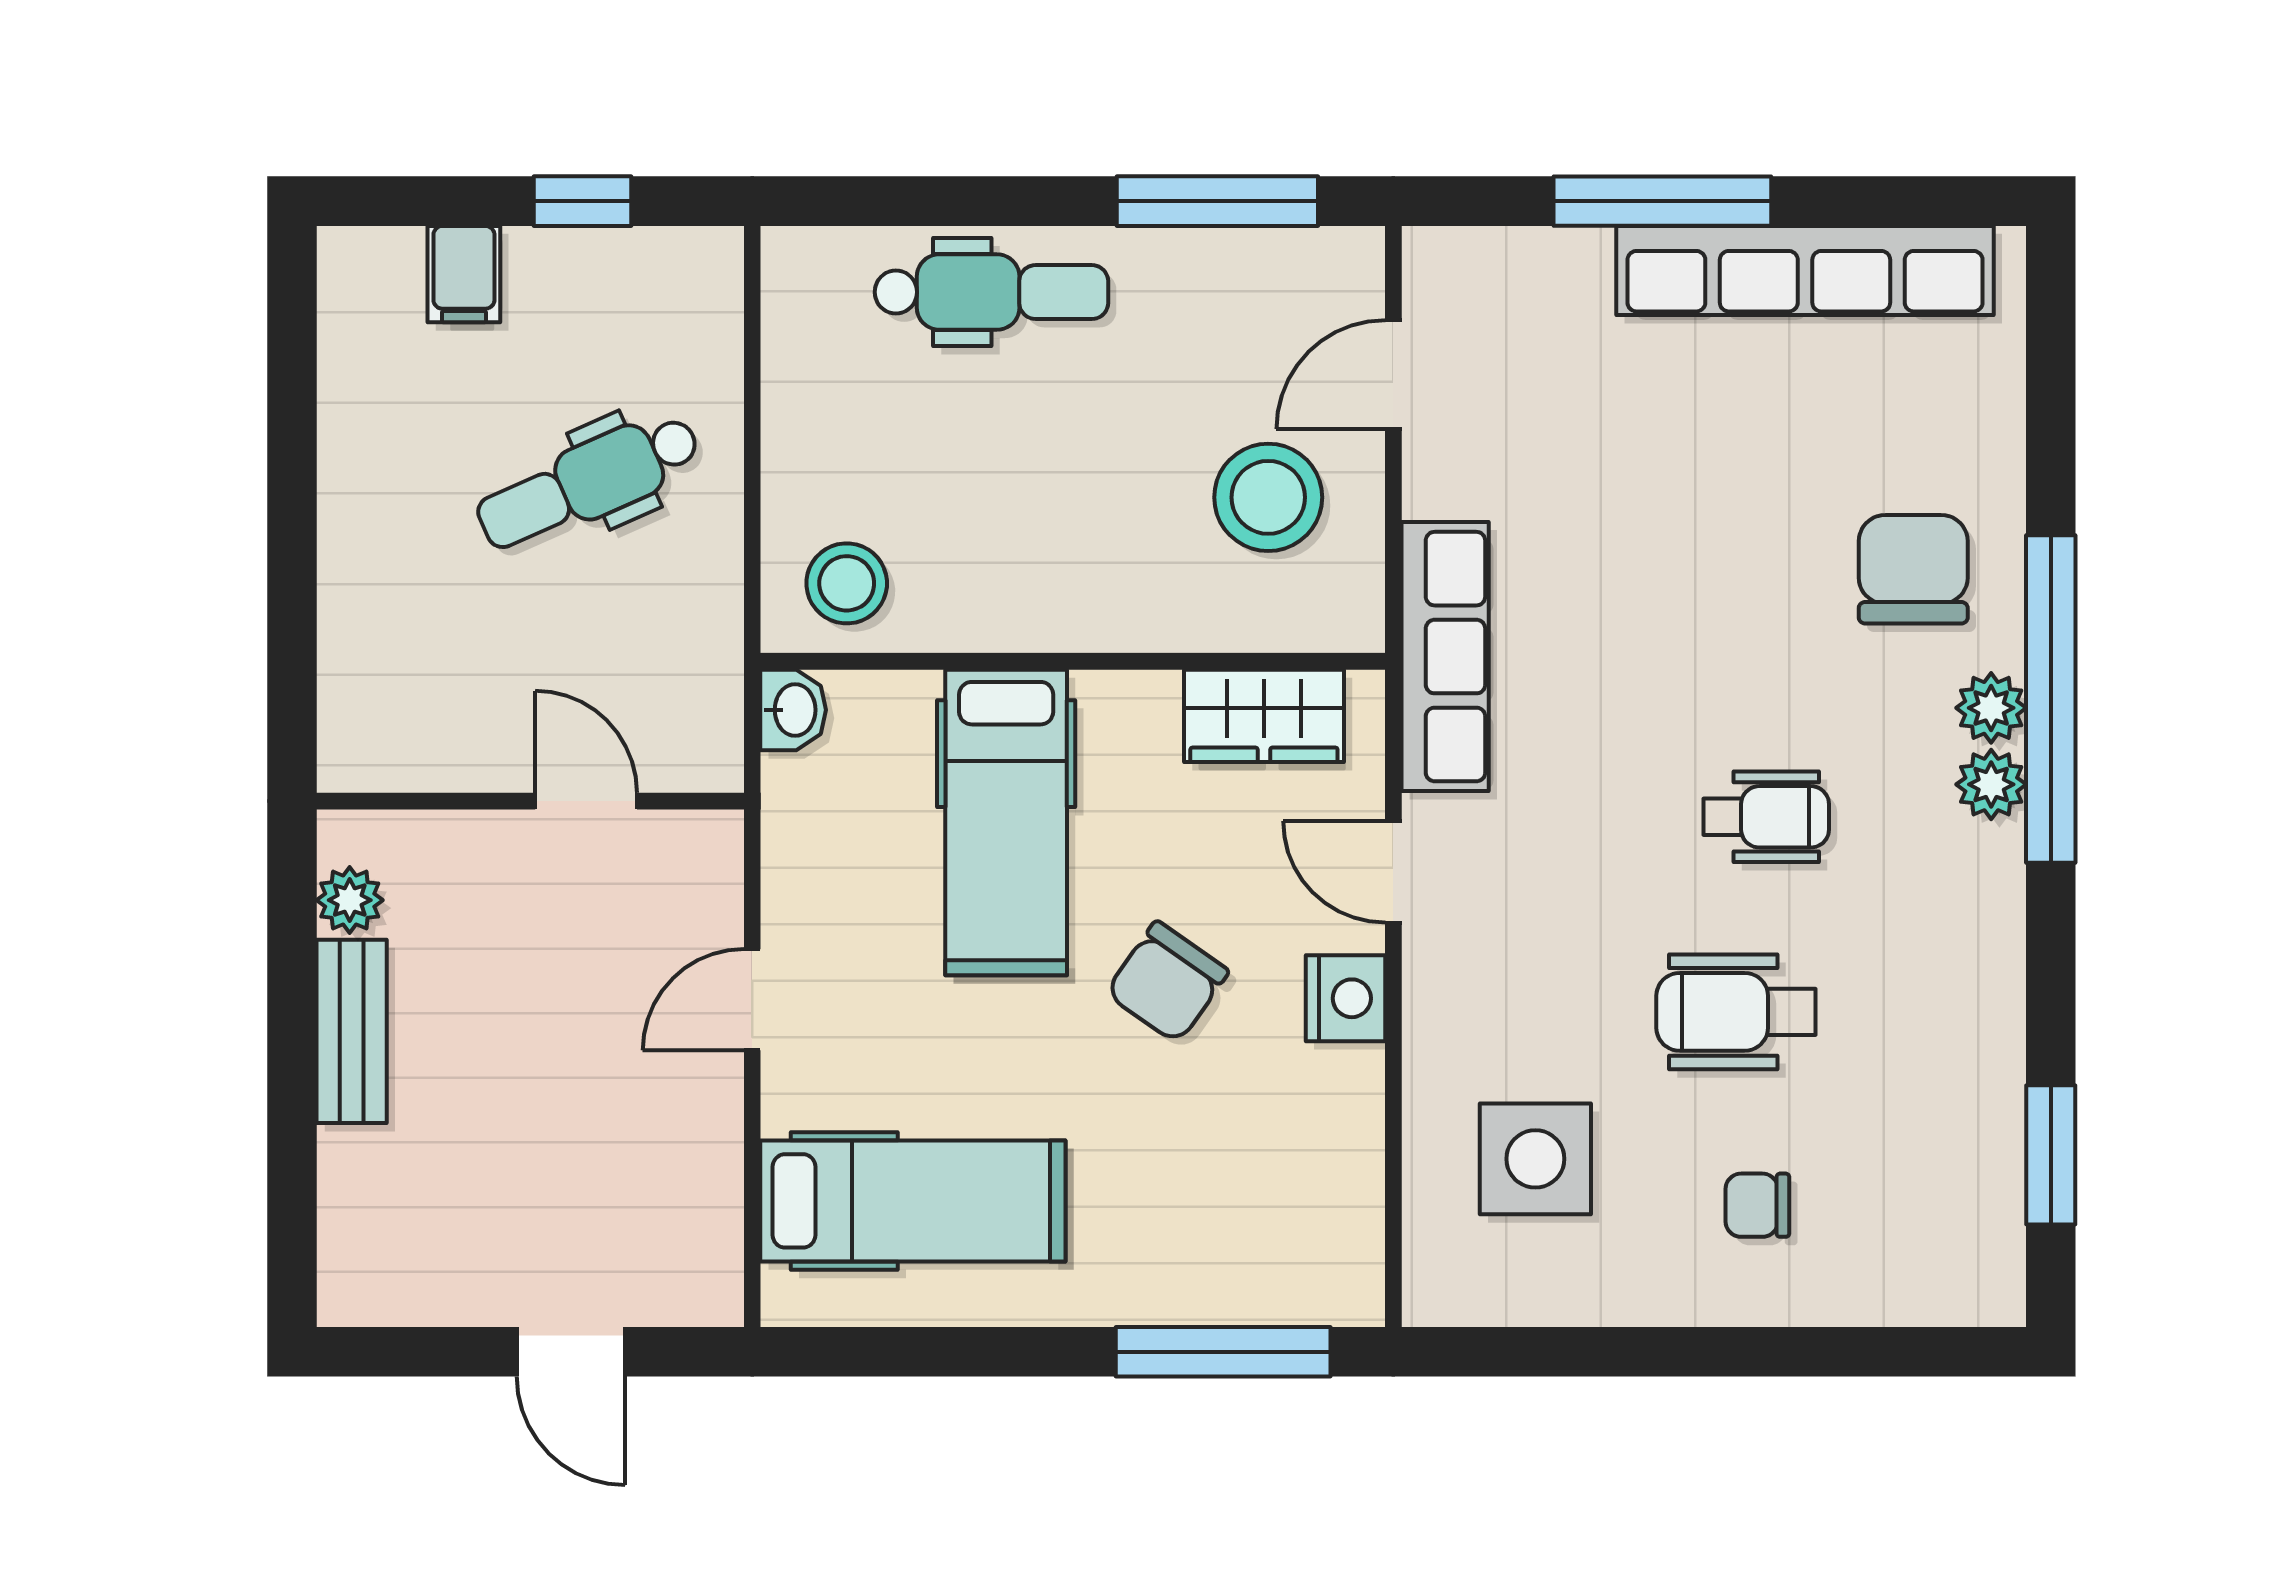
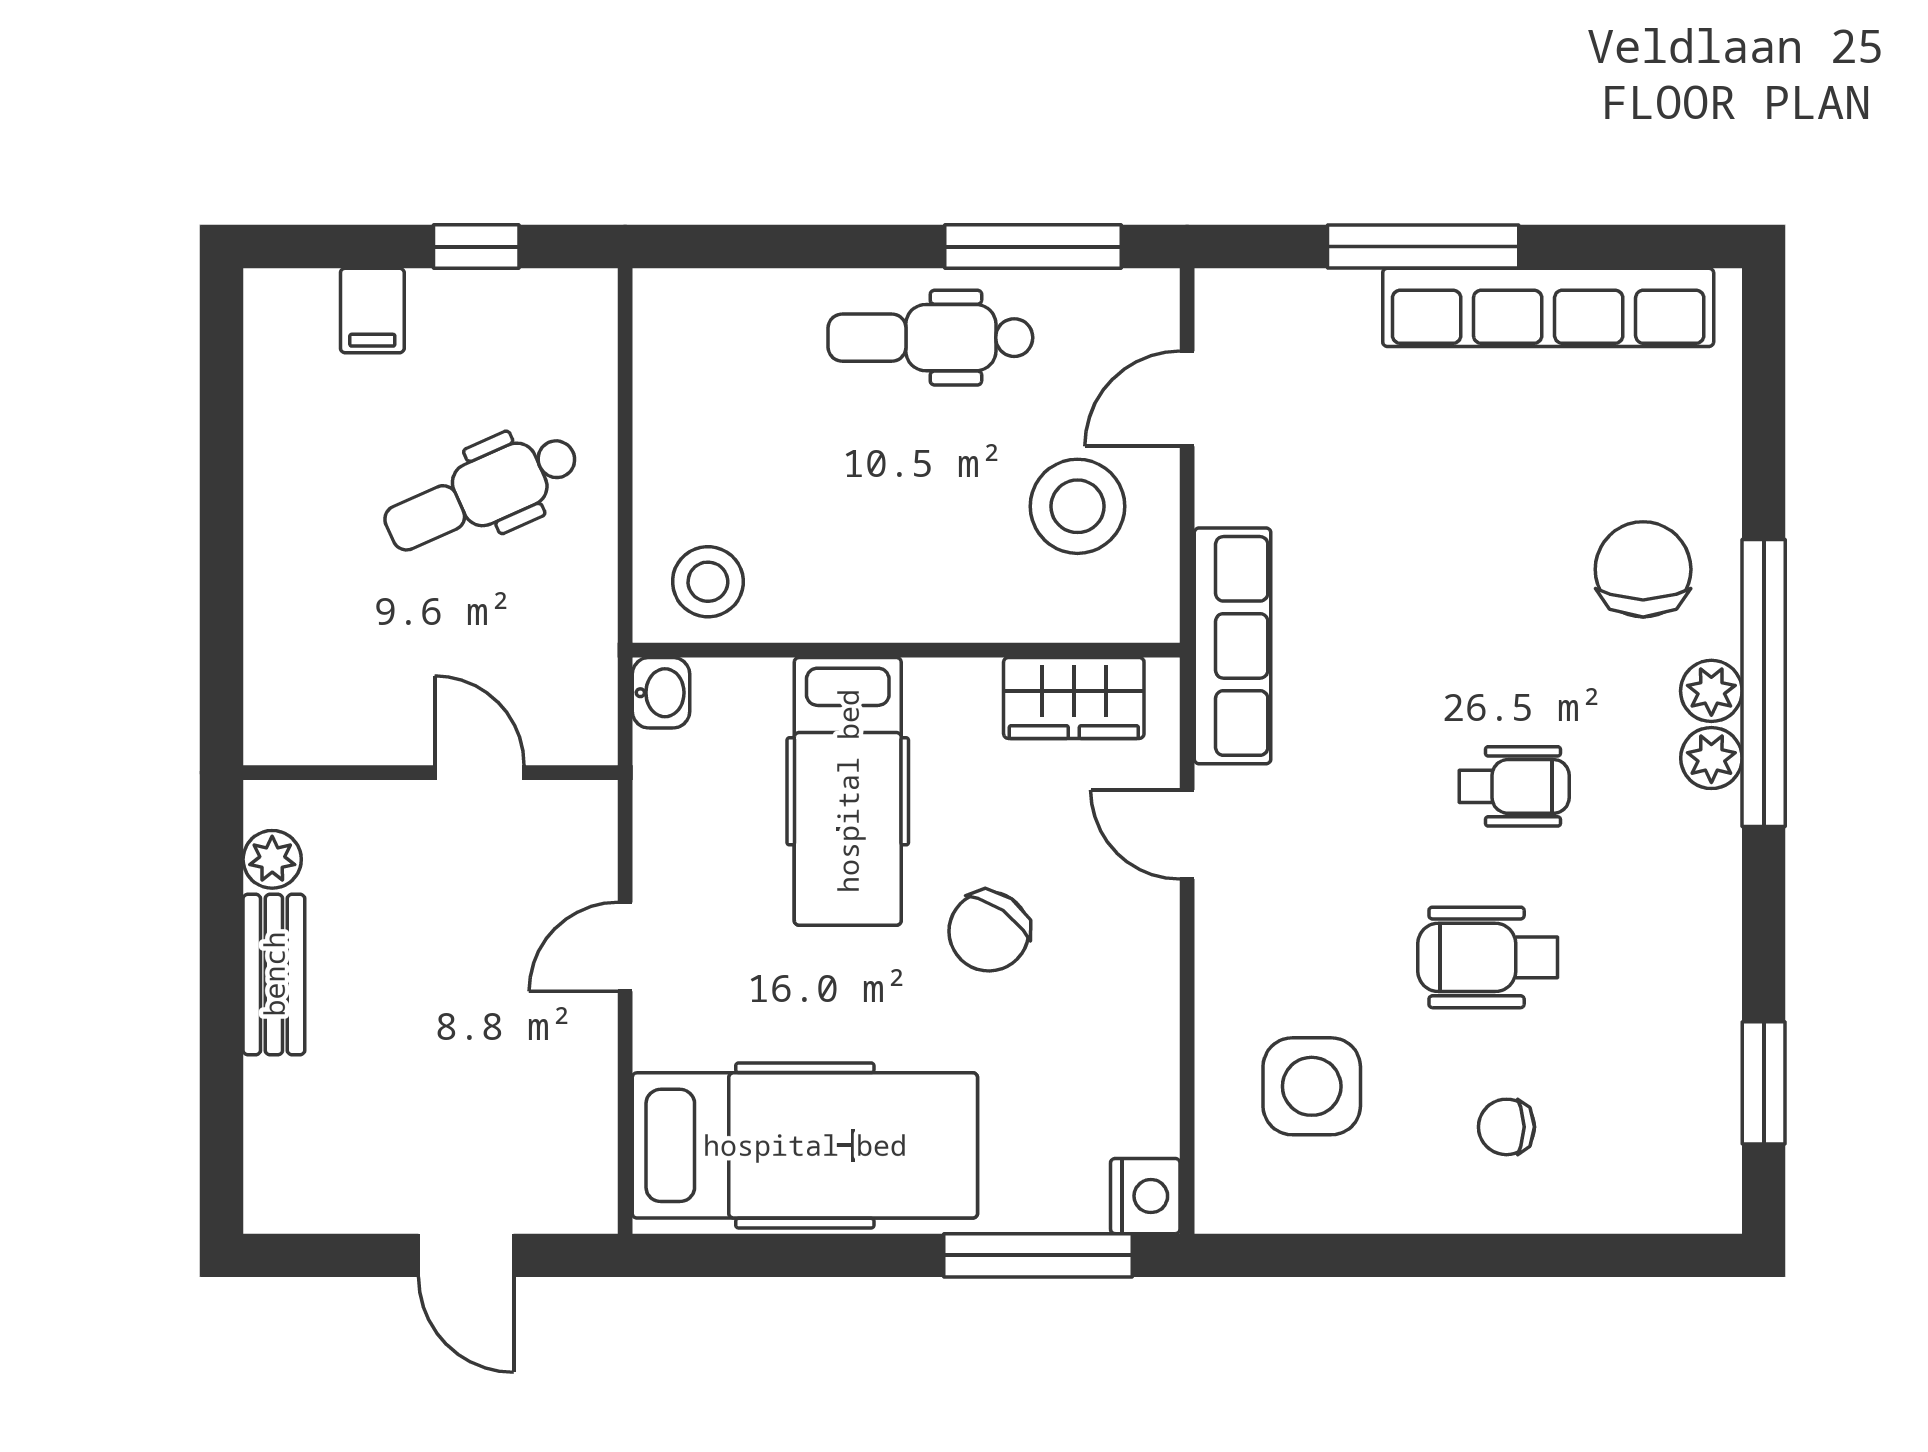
dental chair: (991, 292) -> (930, 338), moved, turned 180
nightstand: (1345, 998) -> (1145, 1196), moved
hospital bed: (913, 1201) -> (805, 1145), width x1.37, depth x1.29

